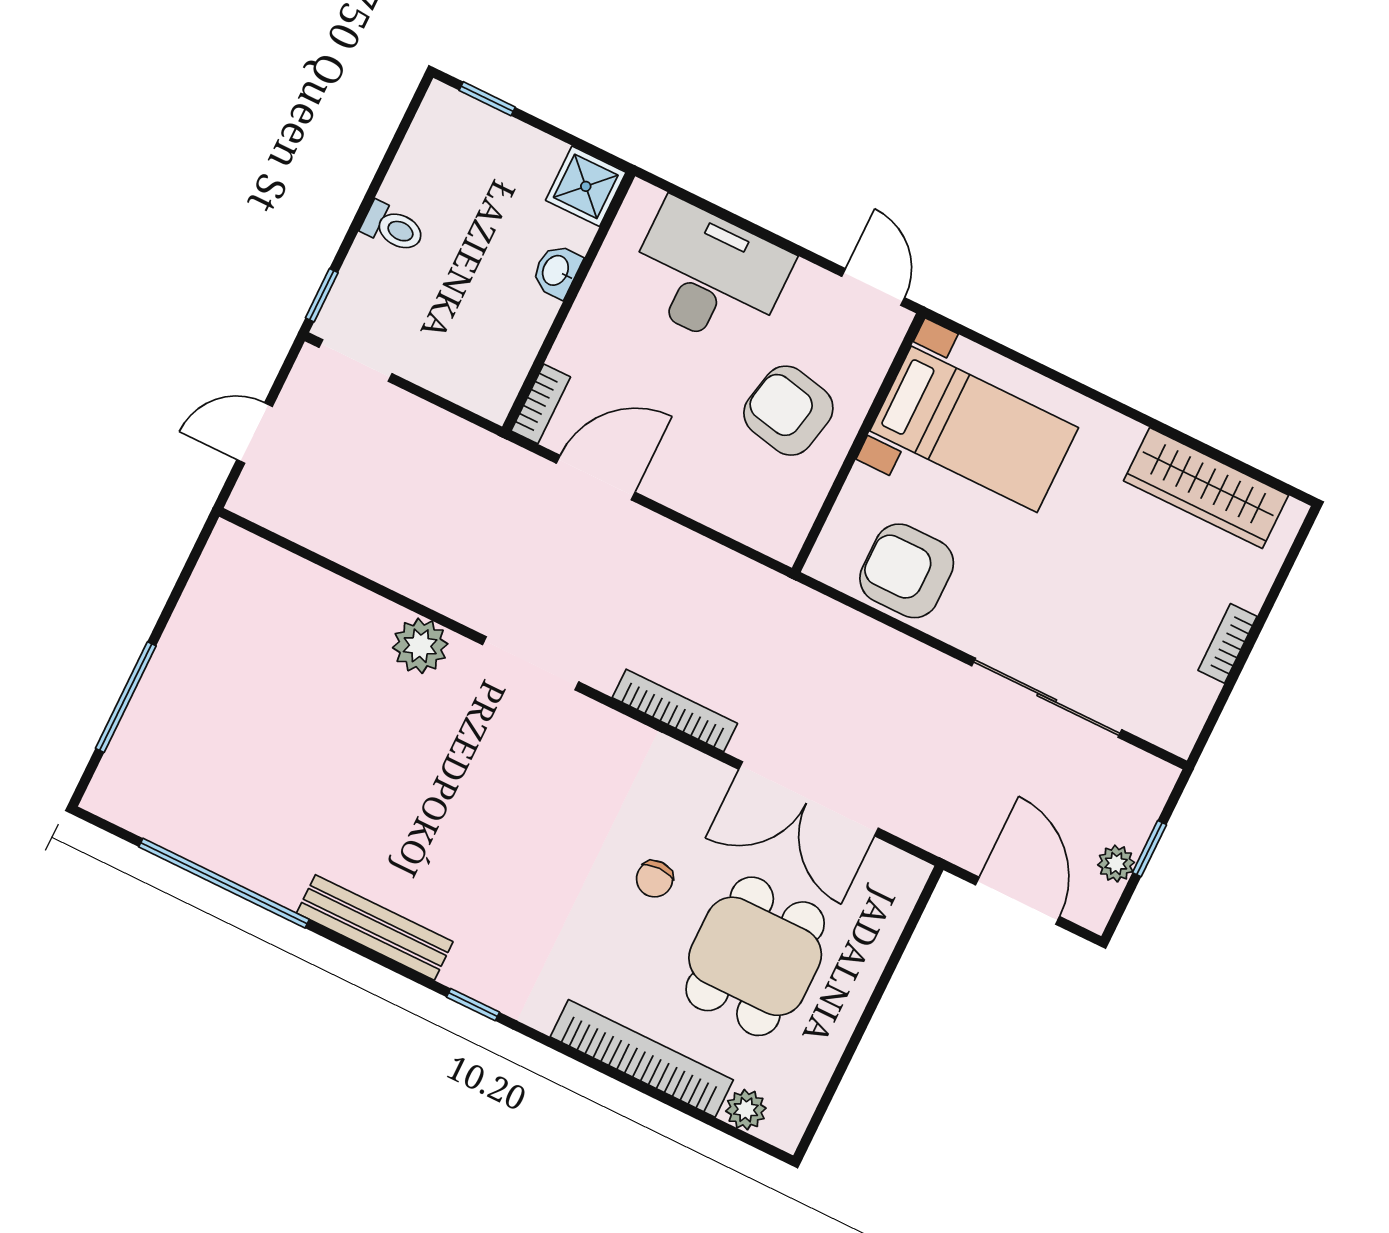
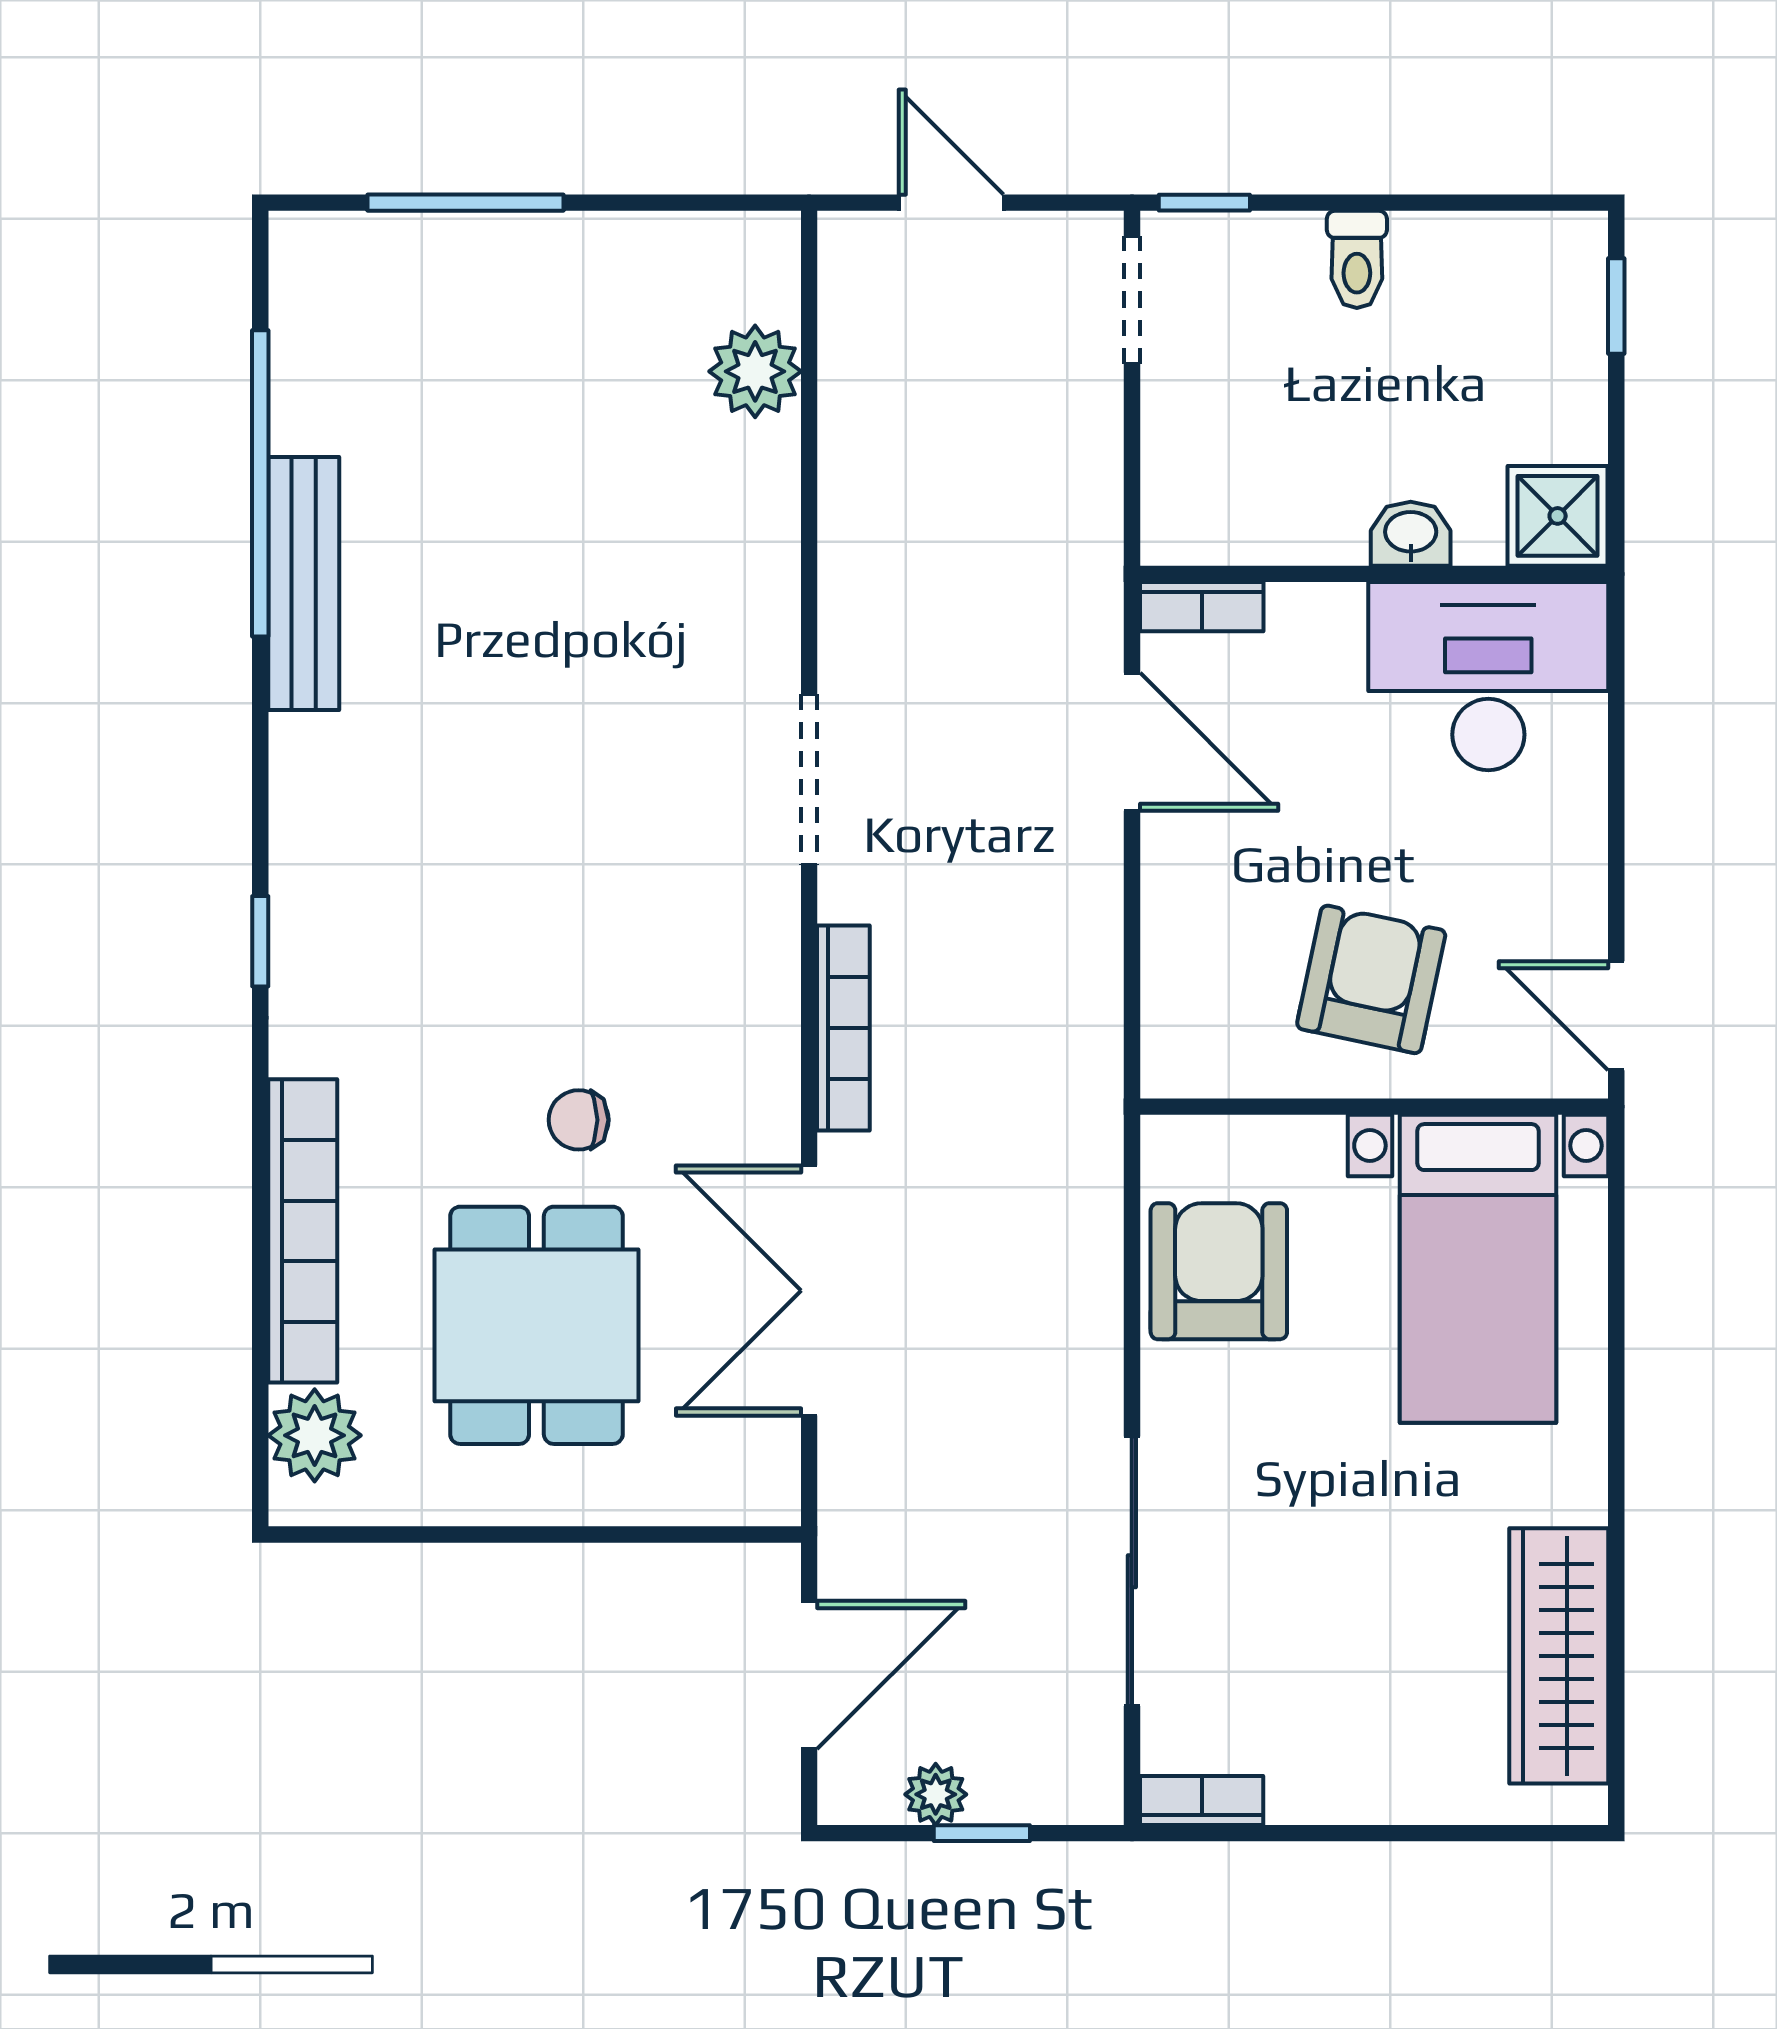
desk: (708, 275) -> (1488, 676), moved, turned -90
door: (873, 287) -> (1616, 1016), swing flipped
bookcase: (1228, 643) -> (1202, 1800), moved
plant: (420, 646) -> (755, 371), moved
bench: (375, 927) -> (304, 584), moved
dining table: (755, 956) -> (536, 1325), turned 90
plant: (746, 1110) -> (315, 1435), width x1.38, depth x1.38

